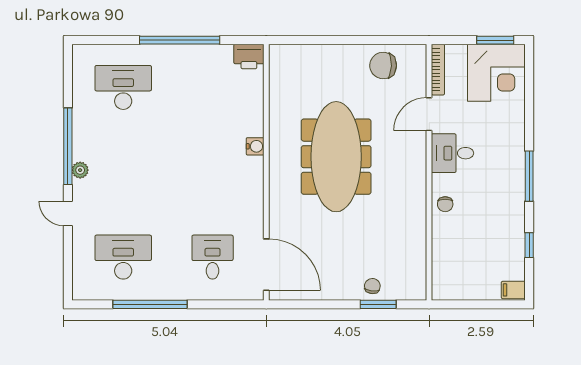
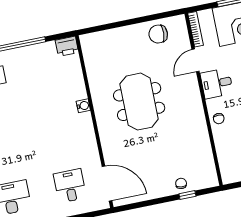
meeting table: (336, 157) -> (139, 102), width x0.73
window: (378, 304) -> (187, 195), width x0.67

